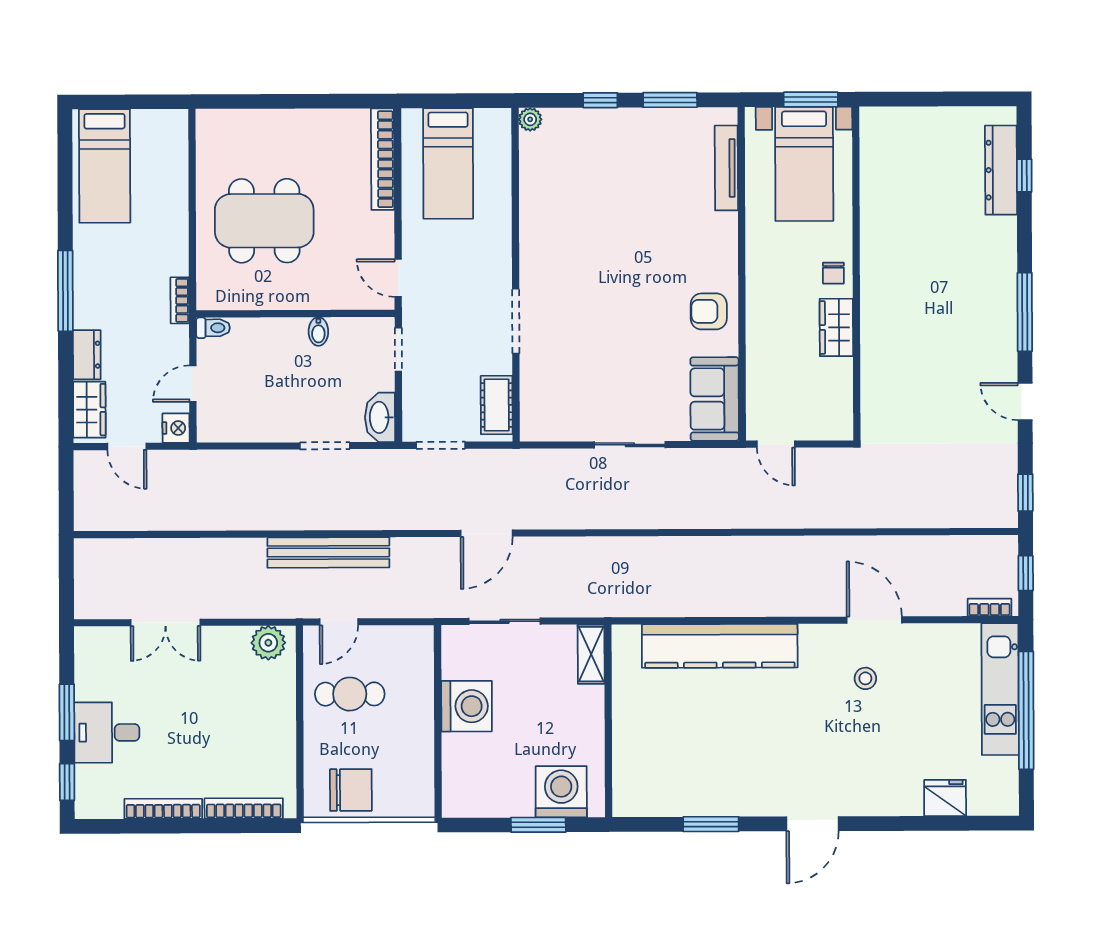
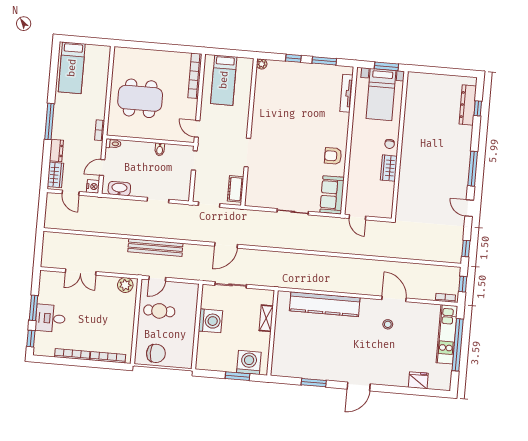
washbasin: (380, 417) -> (119, 189), moved, turned 90
shelving: (591, 654) -> (266, 318), moved

